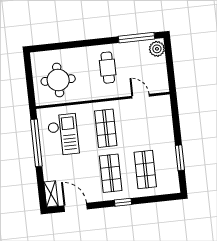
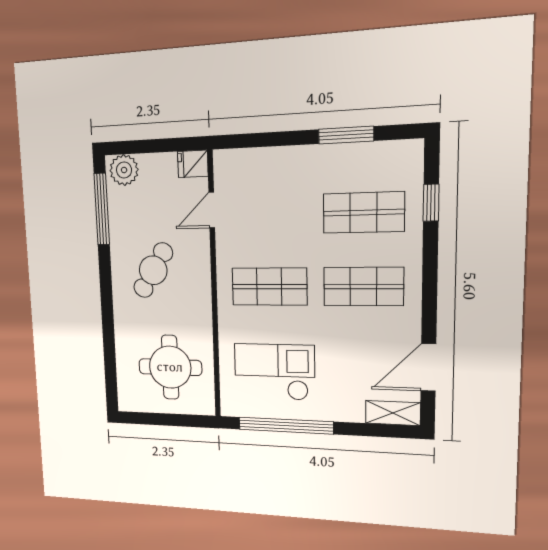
cafe table: (108, 68) -> (153, 270), turned -58
fridge: (162, 85) -> (193, 164), added
window: (123, 202) -> (431, 203), moved

